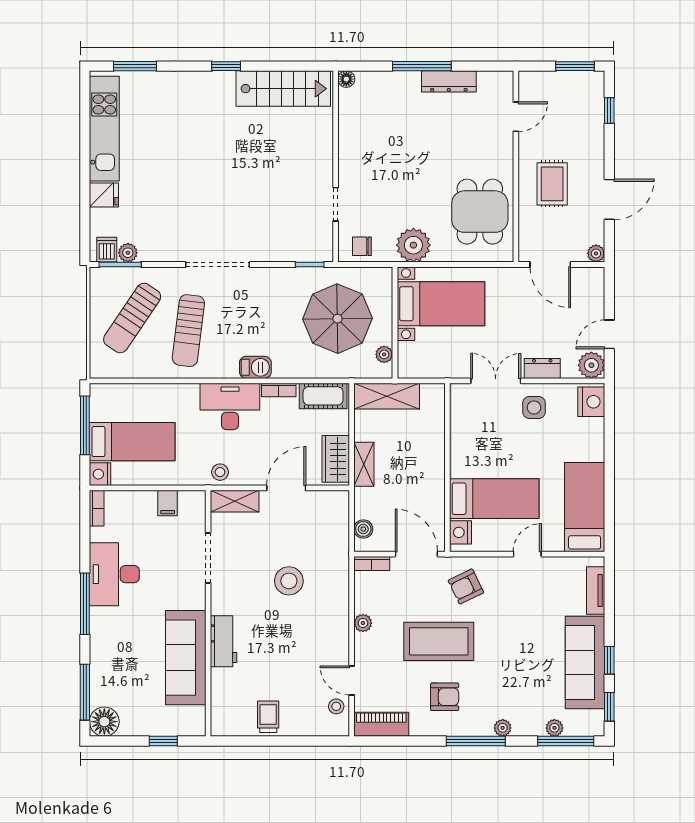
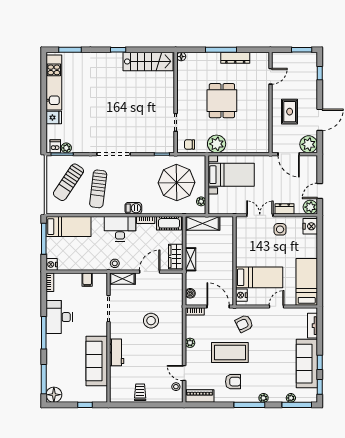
dining table: (480, 212) -> (222, 101), moved
plant: (596, 253) -> (309, 144), width x1.87, depth x1.87
bed: (132, 442) -> (69, 227), moved

